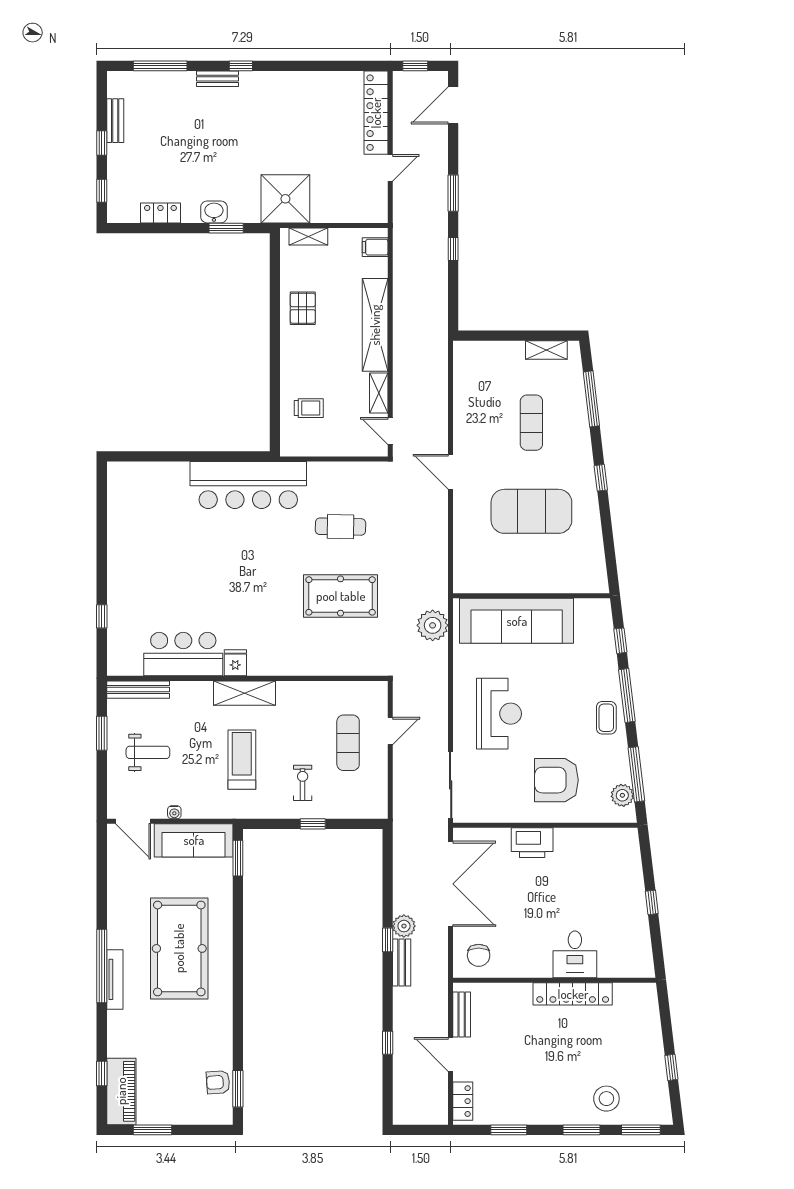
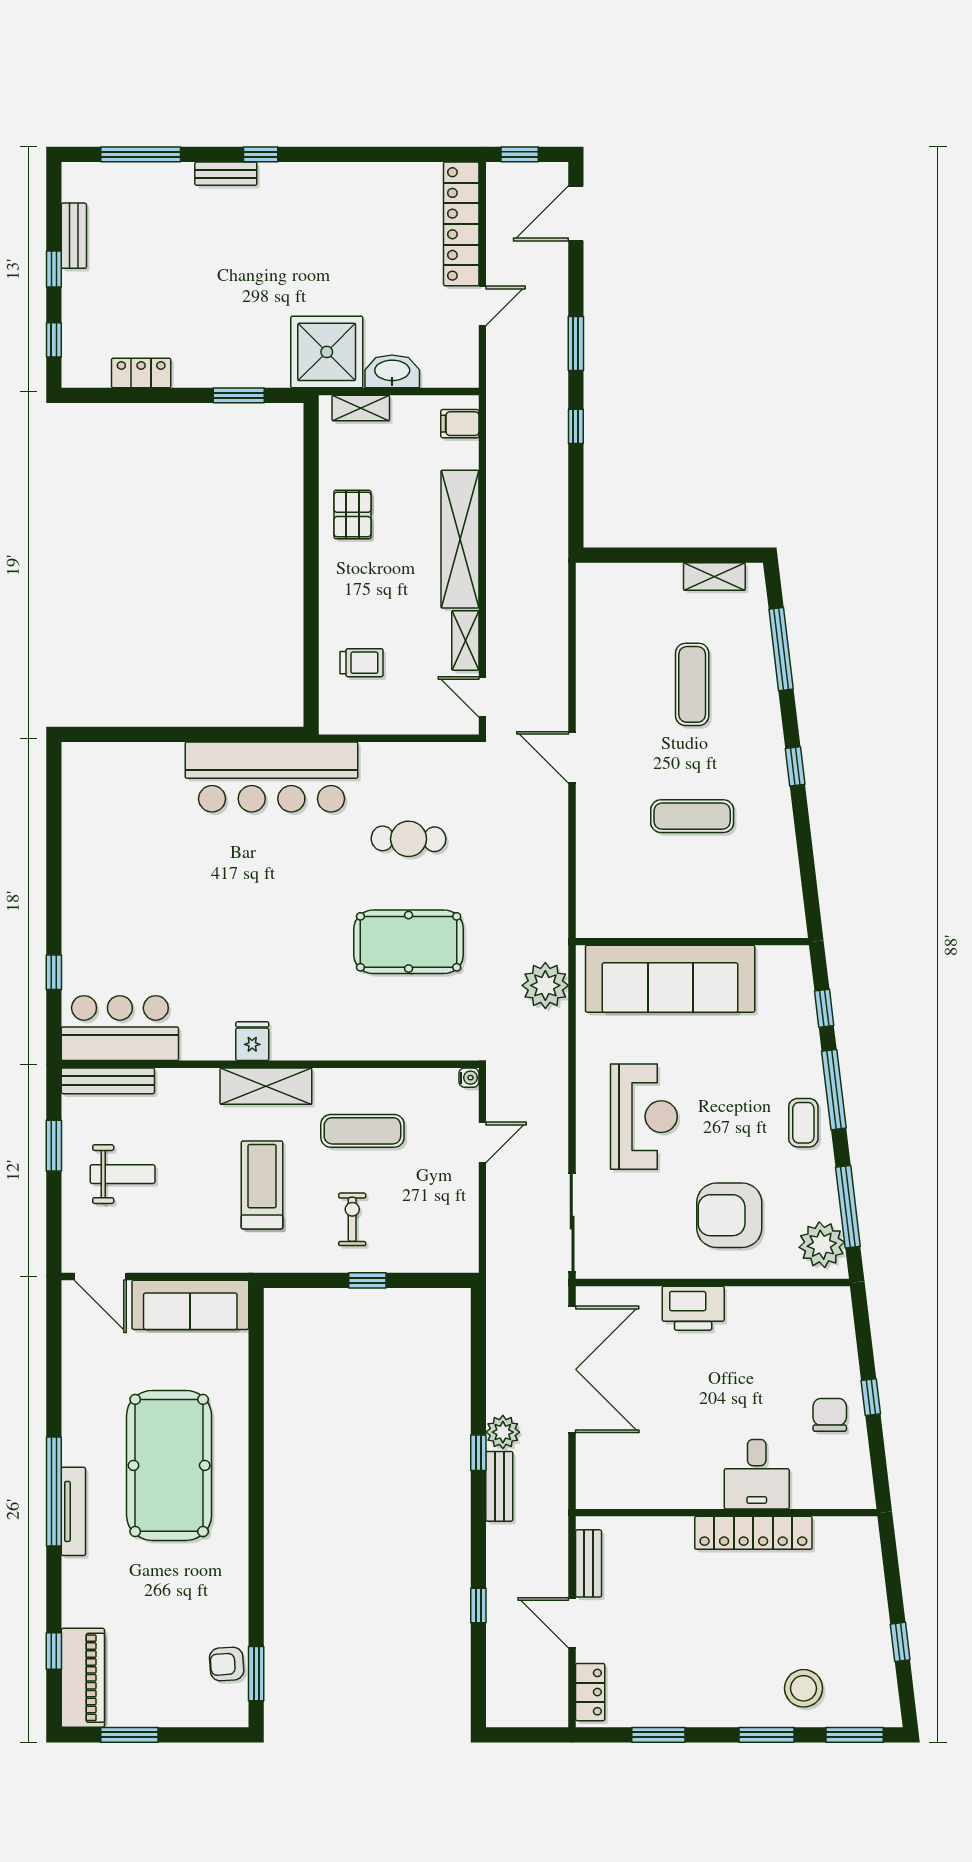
washbasin: (214, 212) -> (392, 371), moved, width x1.38
exercise mat: (531, 511) -> (692, 816), width x0.50, depth x0.69
bar counter: (183, 654) -> (120, 1028), moved
exercise mat: (348, 743) -> (362, 1131), moved, turned 90
plant: (622, 795) -> (822, 1245), width x1.36, depth x1.36
water cooler: (174, 812) -> (469, 1078), moved, turned -90
window: (238, 858) -> (256, 1331), removed
chair: (479, 955) -> (830, 1415), moved, turned 180

